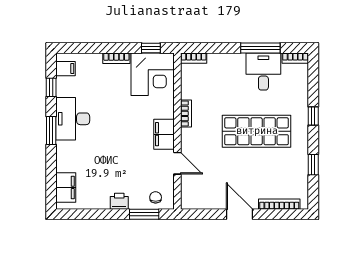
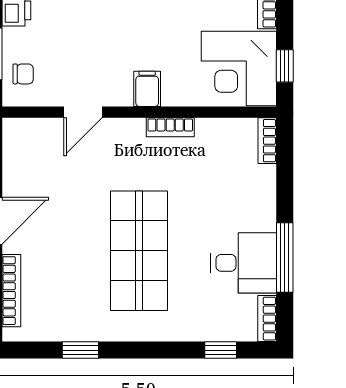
window: (313, 116) -> (221, 350), moved
filing cabinet: (164, 134) -> (147, 89), width x0.50

